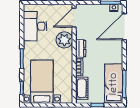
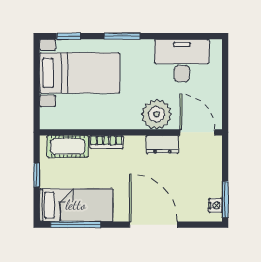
door: (124, 27) -> (153, 225), moved
dresser: (81, 49) -> (162, 144), moved

